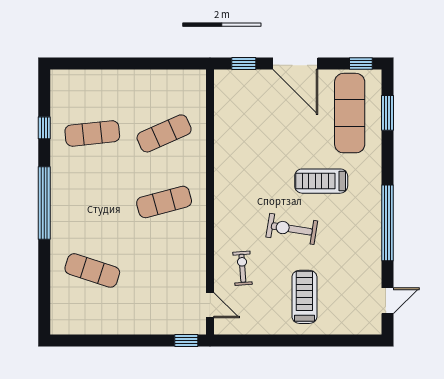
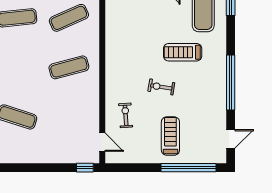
exercise bike: (292, 229) -> (161, 87), width x0.73, depth x0.72
window: (329, 340) -> (189, 168), added

